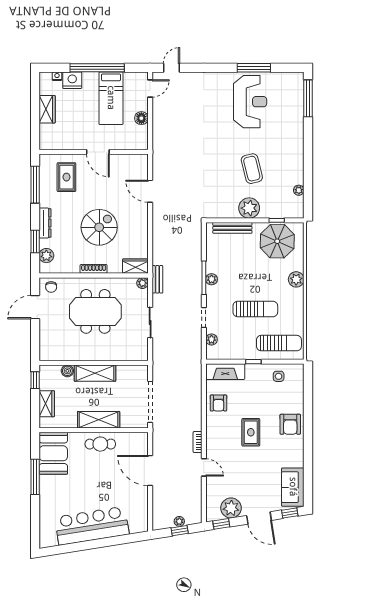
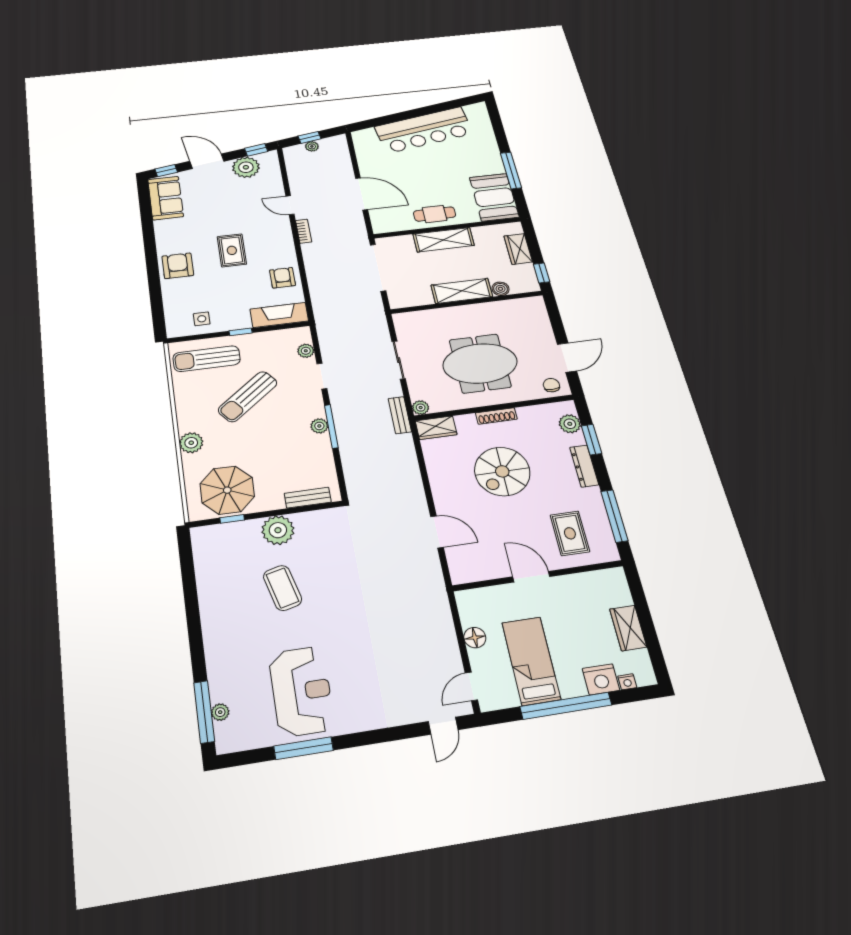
reception desk: (250, 102) -> (302, 691), turned 180
plant: (299, 190) -> (220, 712), moved
bench: (232, 228) -> (308, 498), width x0.73
sun lounger: (255, 309) -> (248, 397), turned -38

